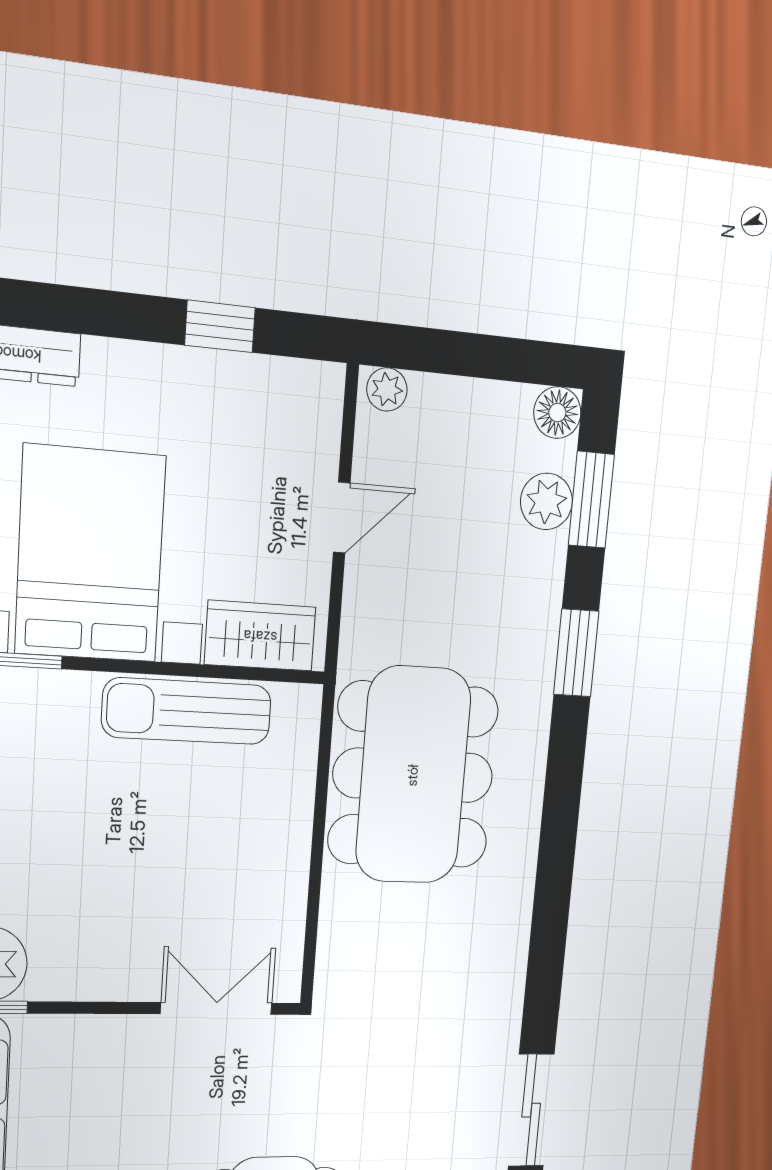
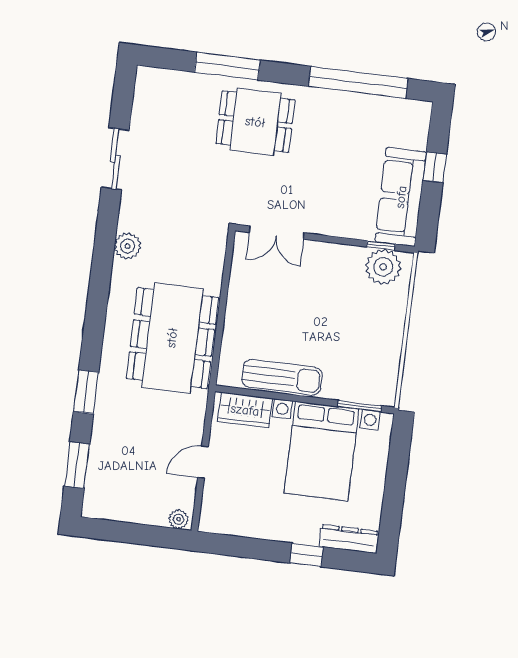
window: (220, 326) -> (307, 555), moved
floor lamp: (557, 413) -> (94, 506), removed
plant: (546, 501) -> (128, 246), moved

